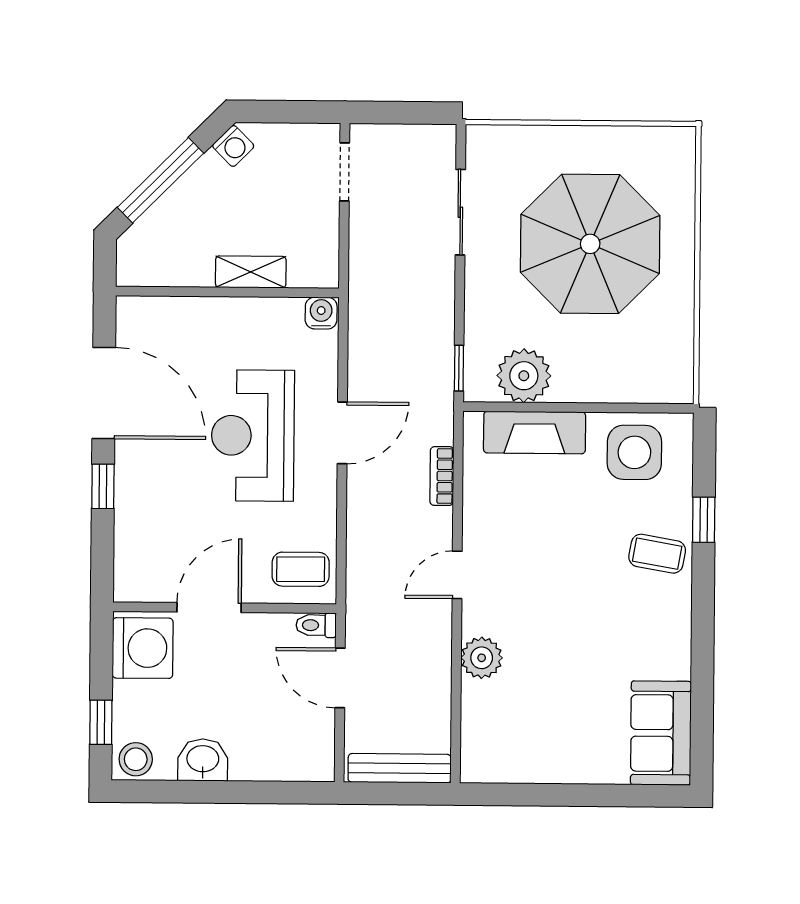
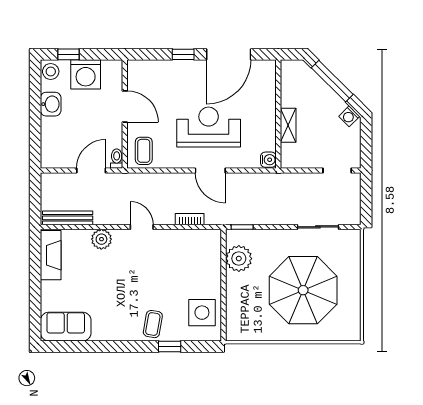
fireplace: (535, 432) -> (51, 255), moved, turned 180
washing machine: (143, 648) -> (86, 74), moved
bench: (400, 768) -> (68, 218), moved, turned 90

